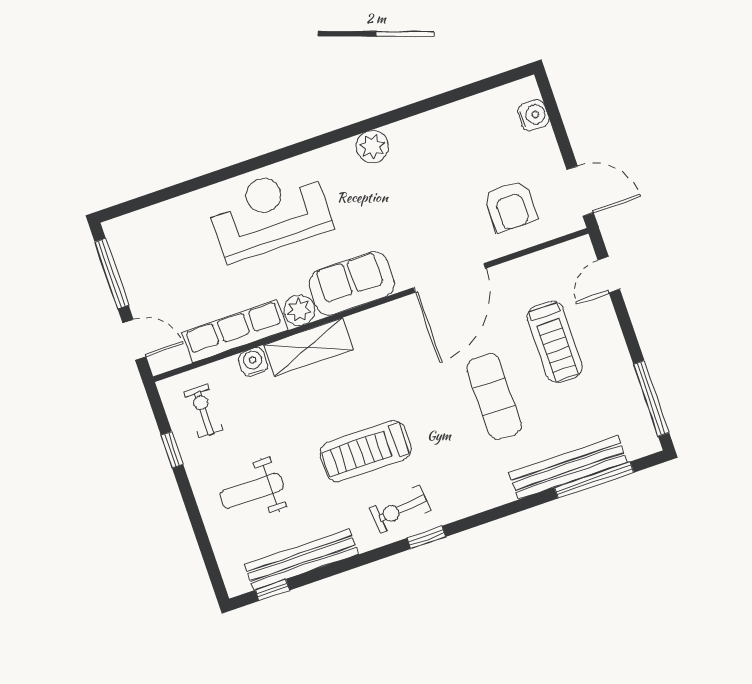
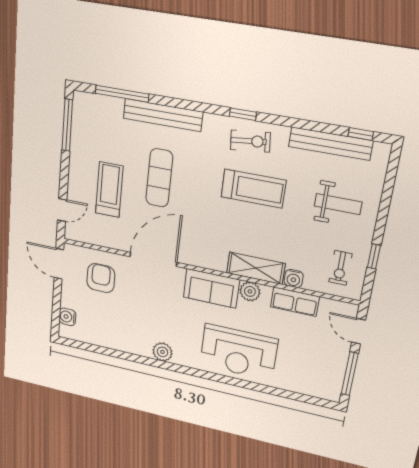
row of seats: (235, 331) -> (295, 302), width x0.68
bench: (568, 468) -> (163, 115), moved

